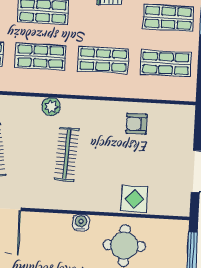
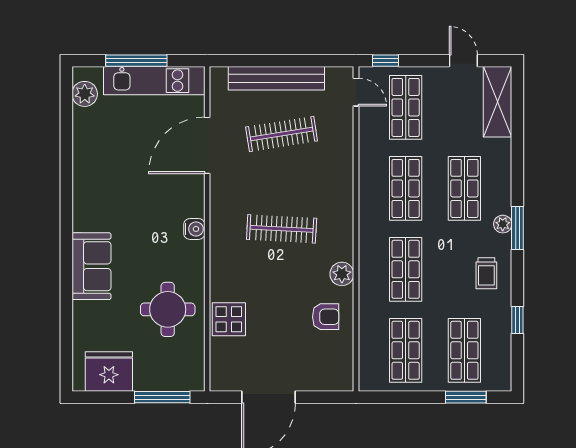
plant: (51, 107) -> (342, 274), moved
armchair: (137, 124) -> (326, 317), turned 90
water cooler: (81, 223) -> (194, 229), moved

